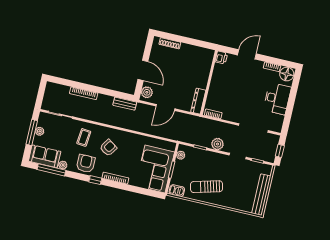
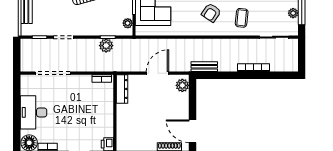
door: (143, 70) -> (193, 131), moved
plant: (217, 144) -> (106, 46), moved
window: (280, 151) -> (17, 54), removed

